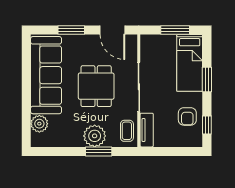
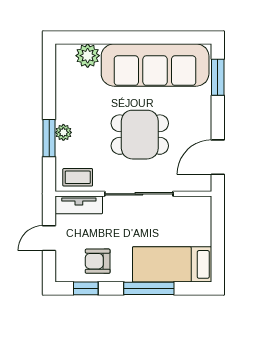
window: (71, 30) -> (218, 77), moved
window: (175, 30) -> (218, 244), removed
window: (207, 80) -> (149, 288), width x1.44
plant: (95, 136) -> (63, 132), width x0.53, depth x0.53
door: (171, 151) -> (49, 238), added

